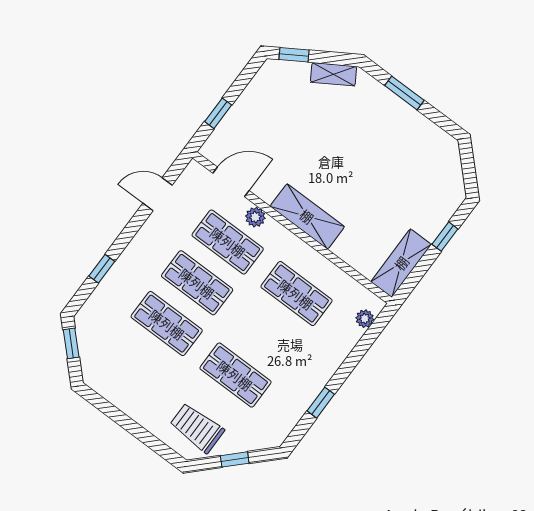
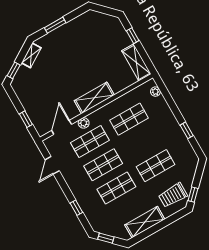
shelving: (129, 399) -> (145, 222), added
window: (235, 459) -> (193, 195), moved

